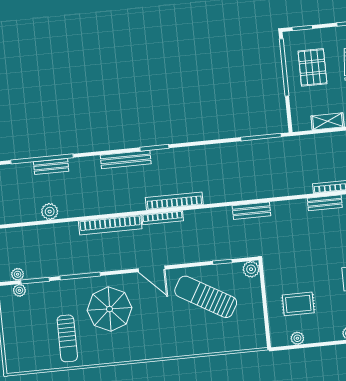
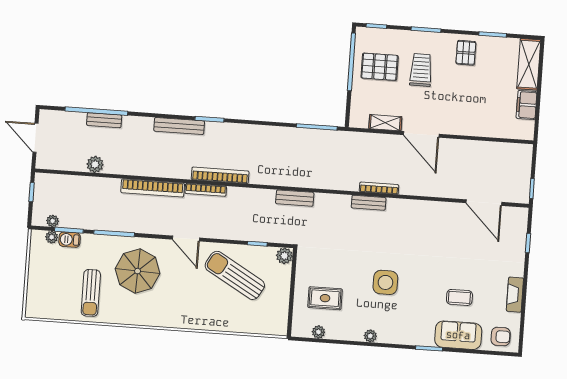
pallet: (312, 67) -> (380, 67), turned 90
barbecue: (37, 290) -> (70, 240), added

